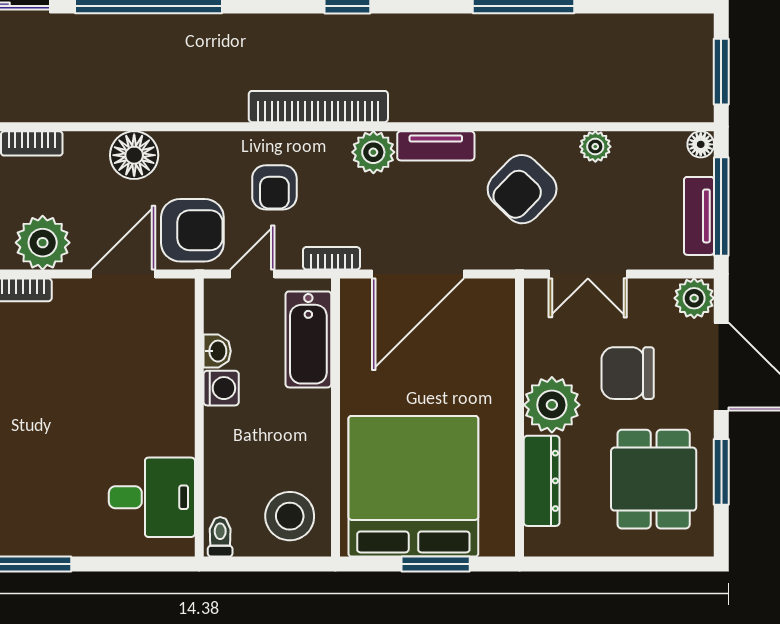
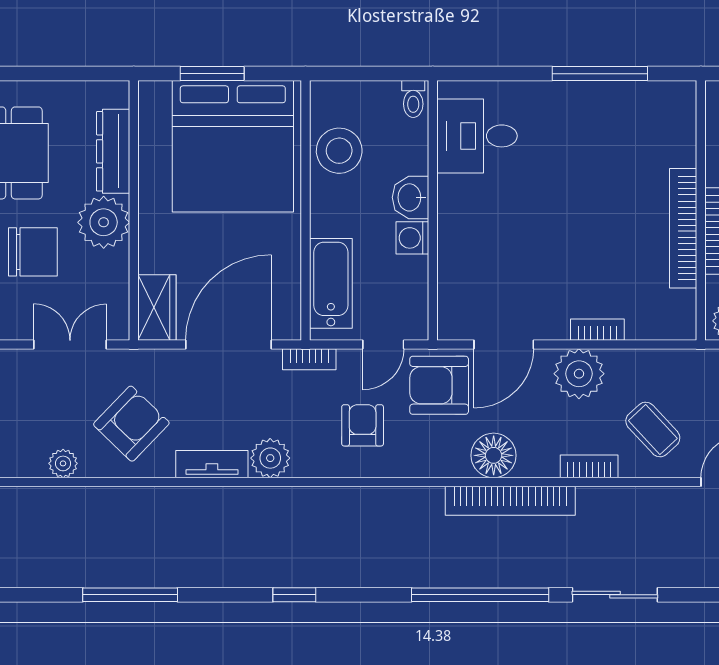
bookcase: (318, 107) -> (510, 501), moved
wardrobe: (495, 314) -> (157, 308), added
washbasin: (217, 351) -> (410, 197), moved, width x1.38, depth x1.45
stool: (290, 516) -> (339, 151), moved

